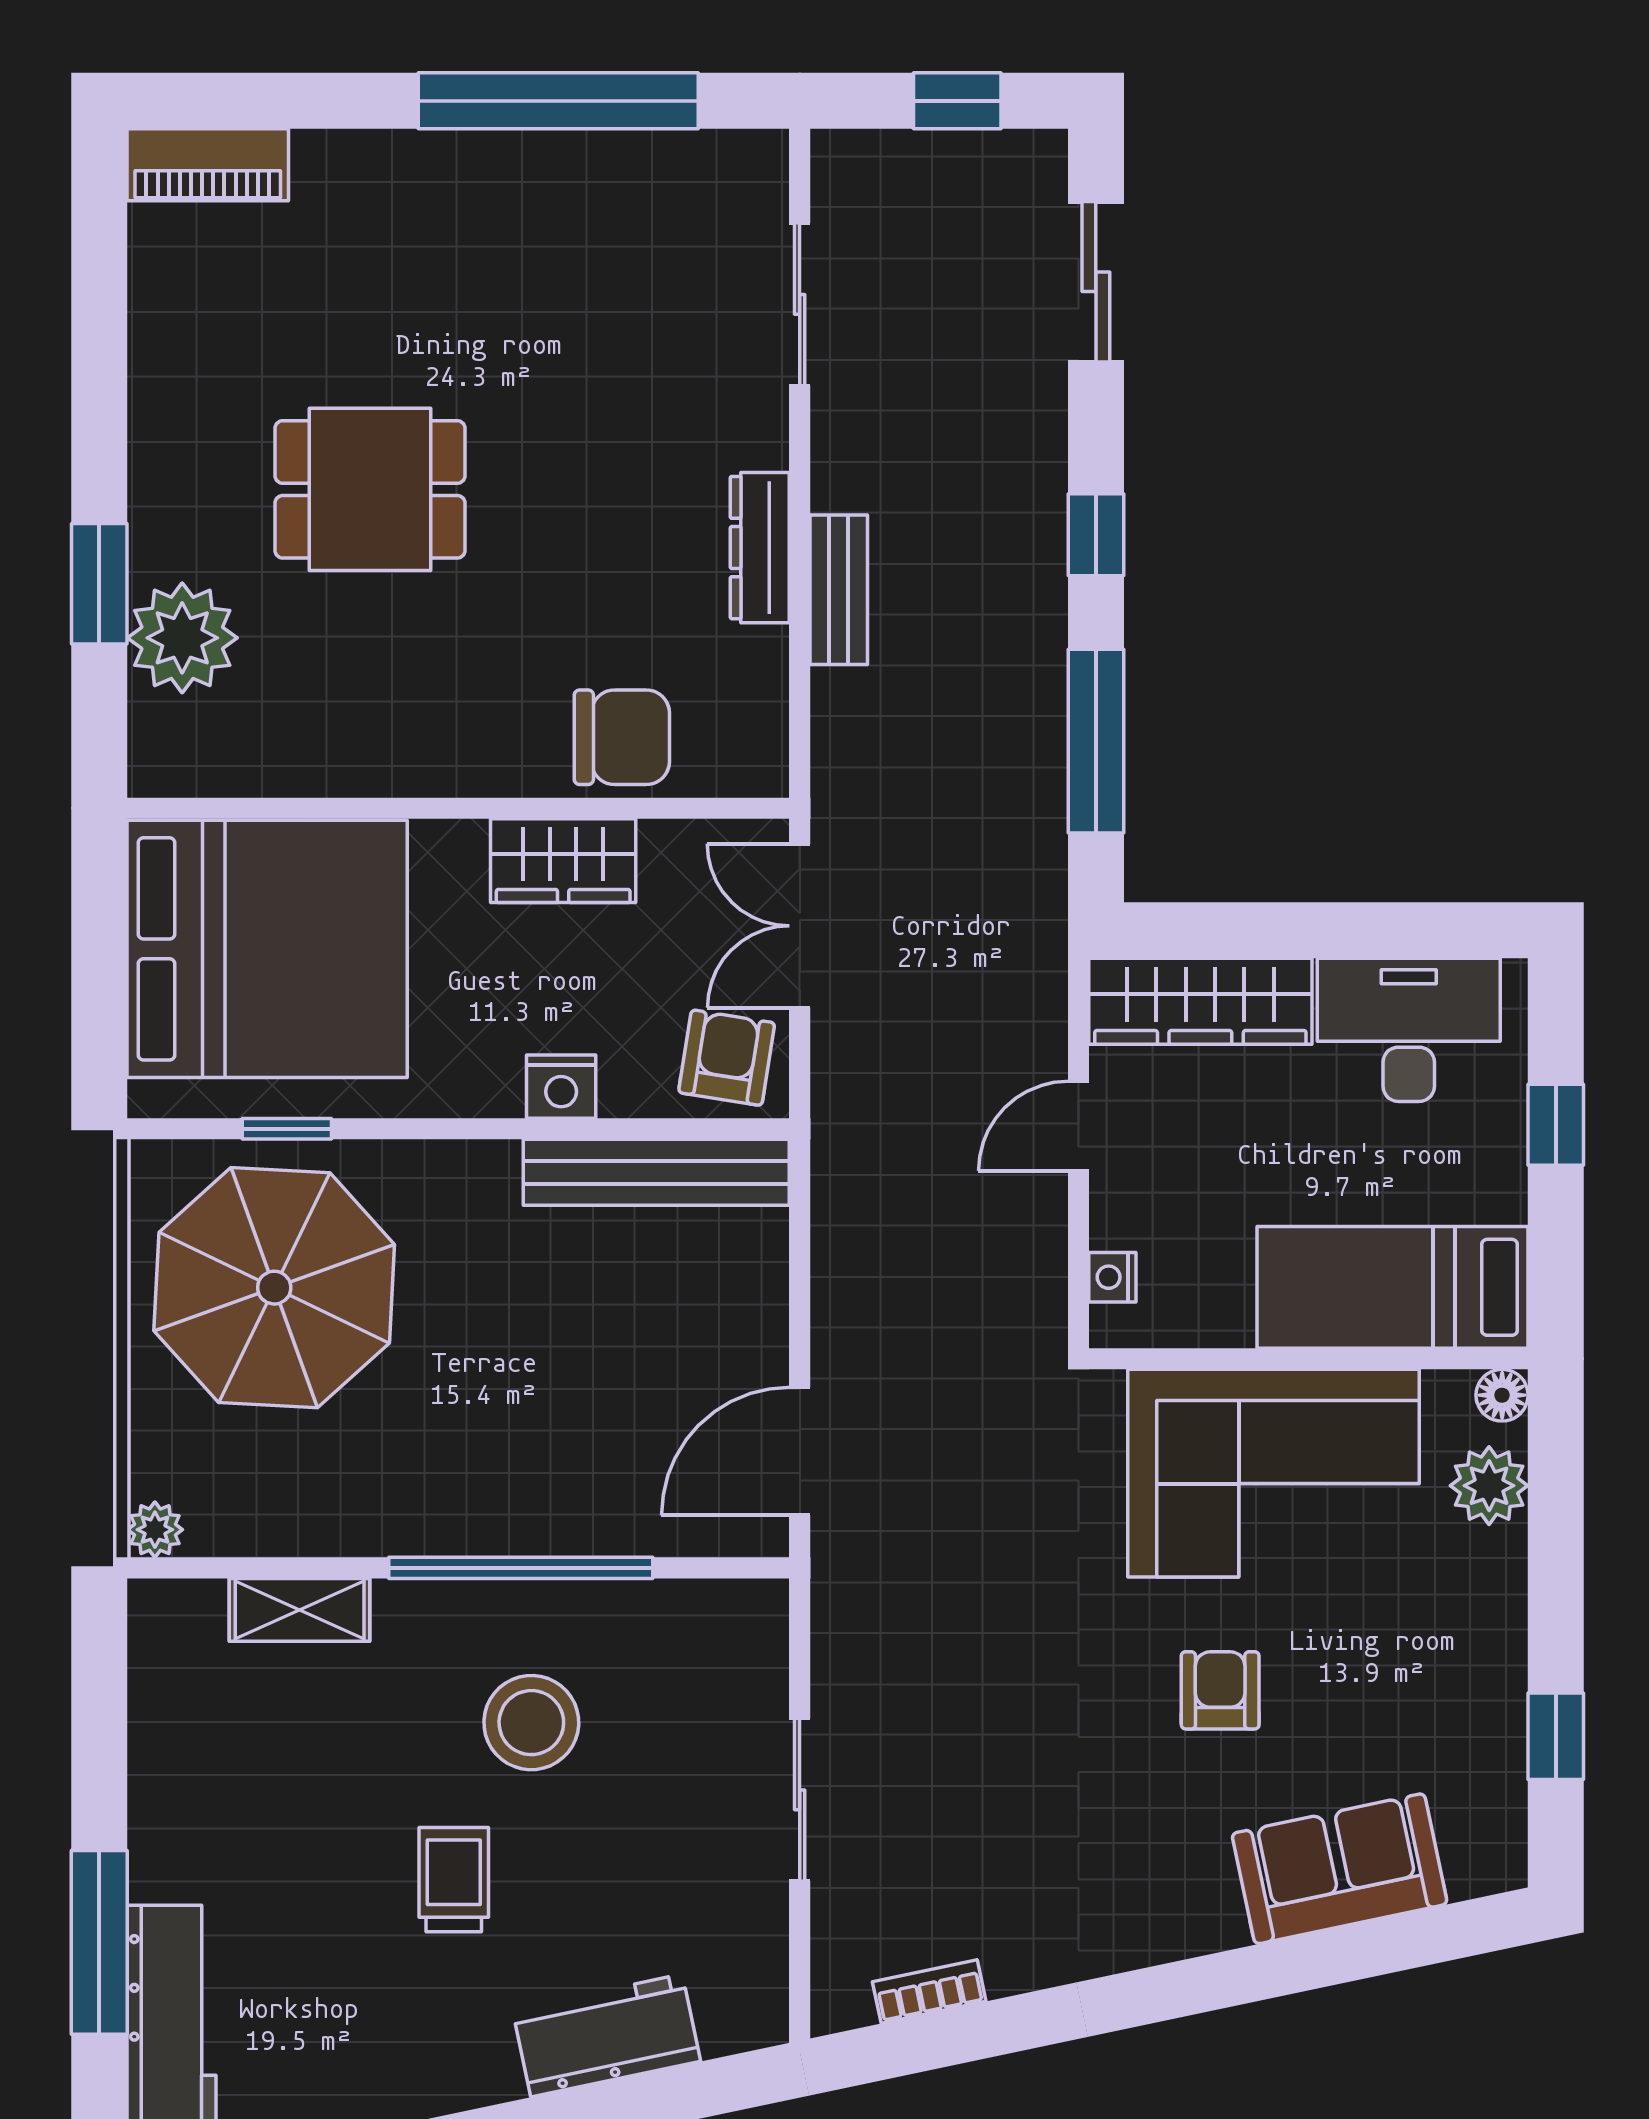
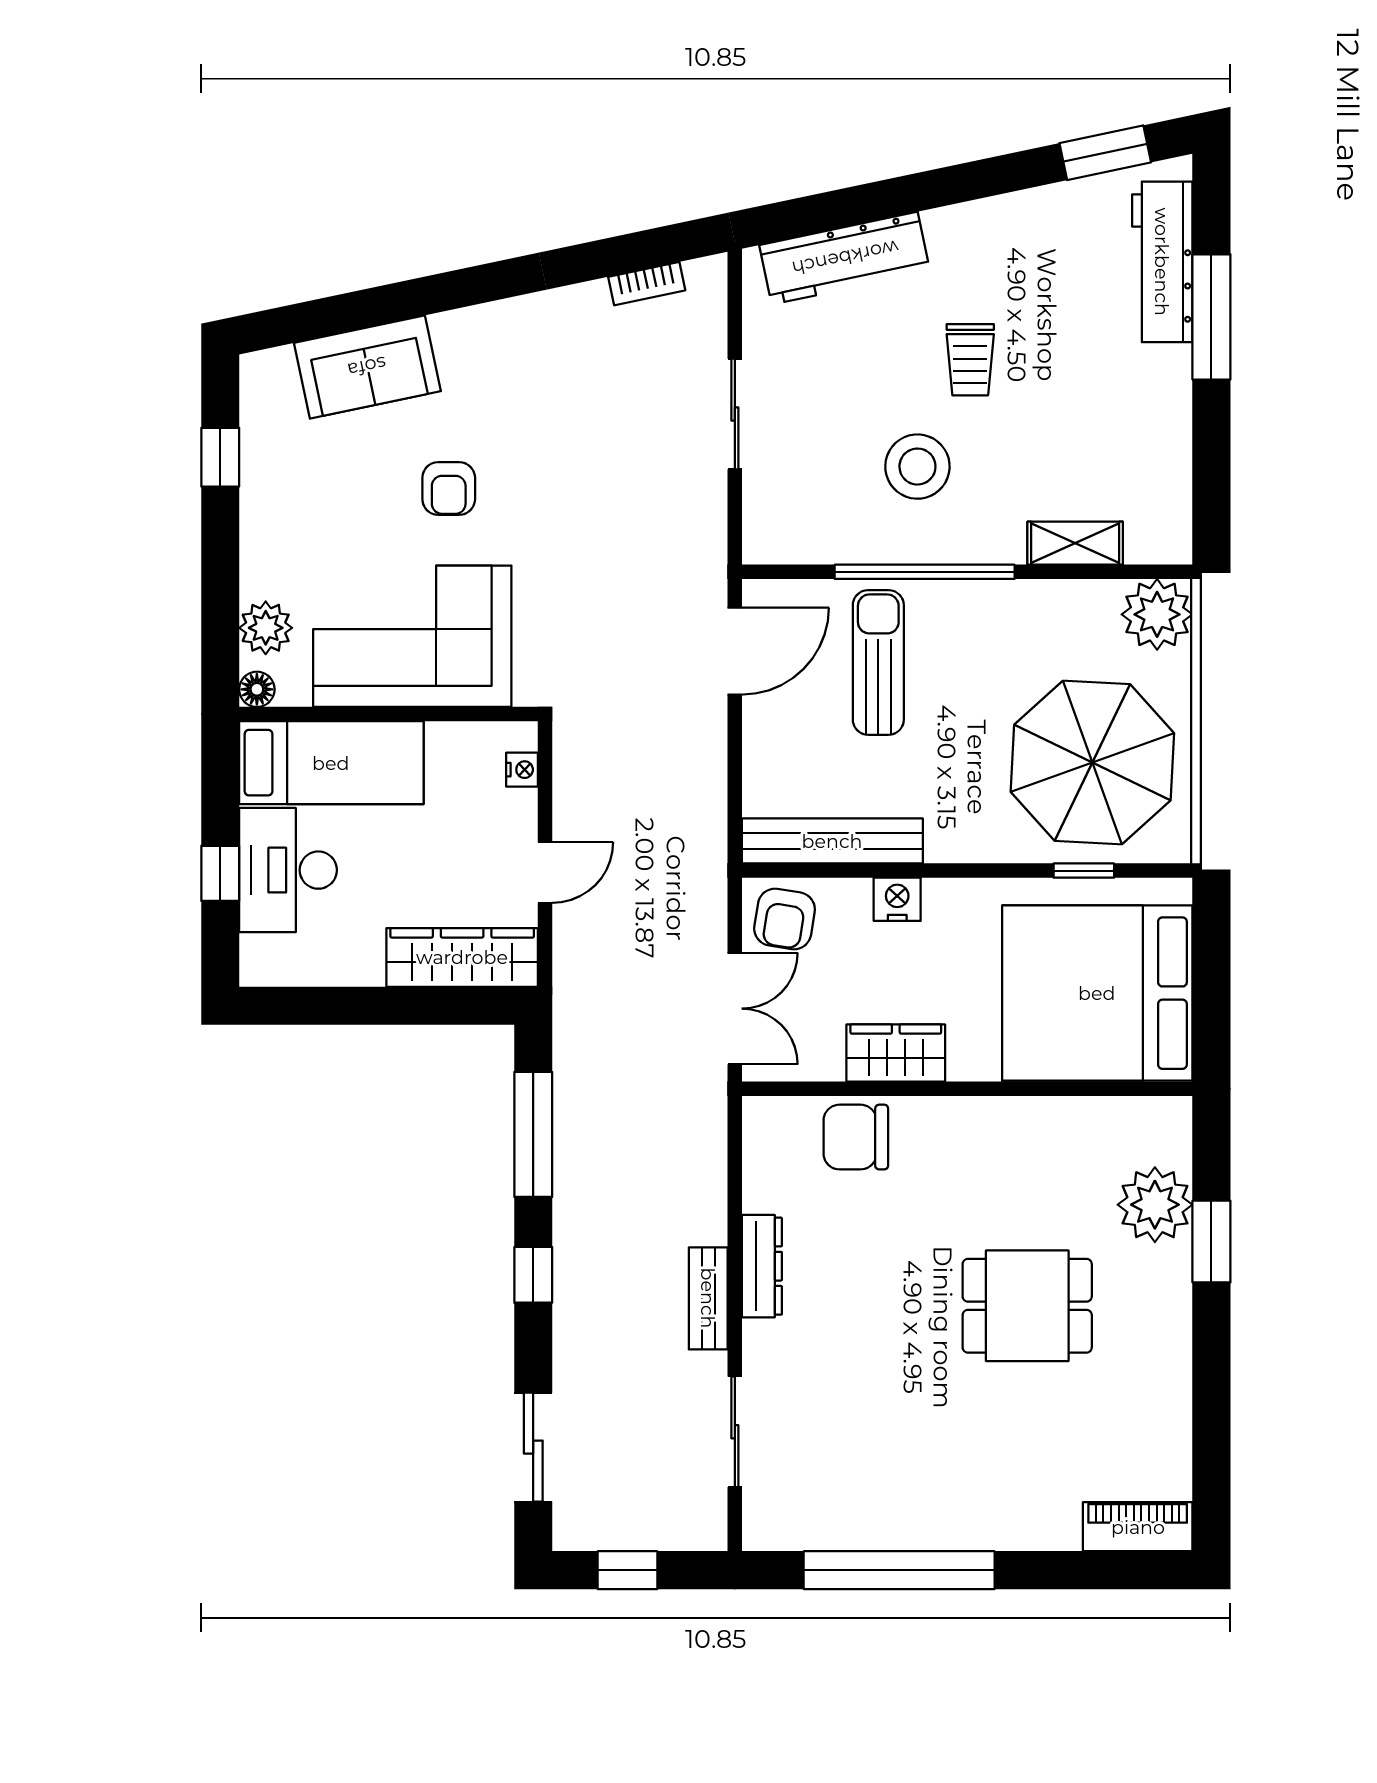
bench: (839, 590) -> (708, 1298), moved
desk: (1409, 1030) -> (288, 870), moved, turned 90
sun lounger: (589, 1435) -> (878, 662), added
plant: (155, 1530) -> (1157, 614), width x1.88, depth x1.88
workbench: (606, 2036) -> (845, 258), width x1.38

